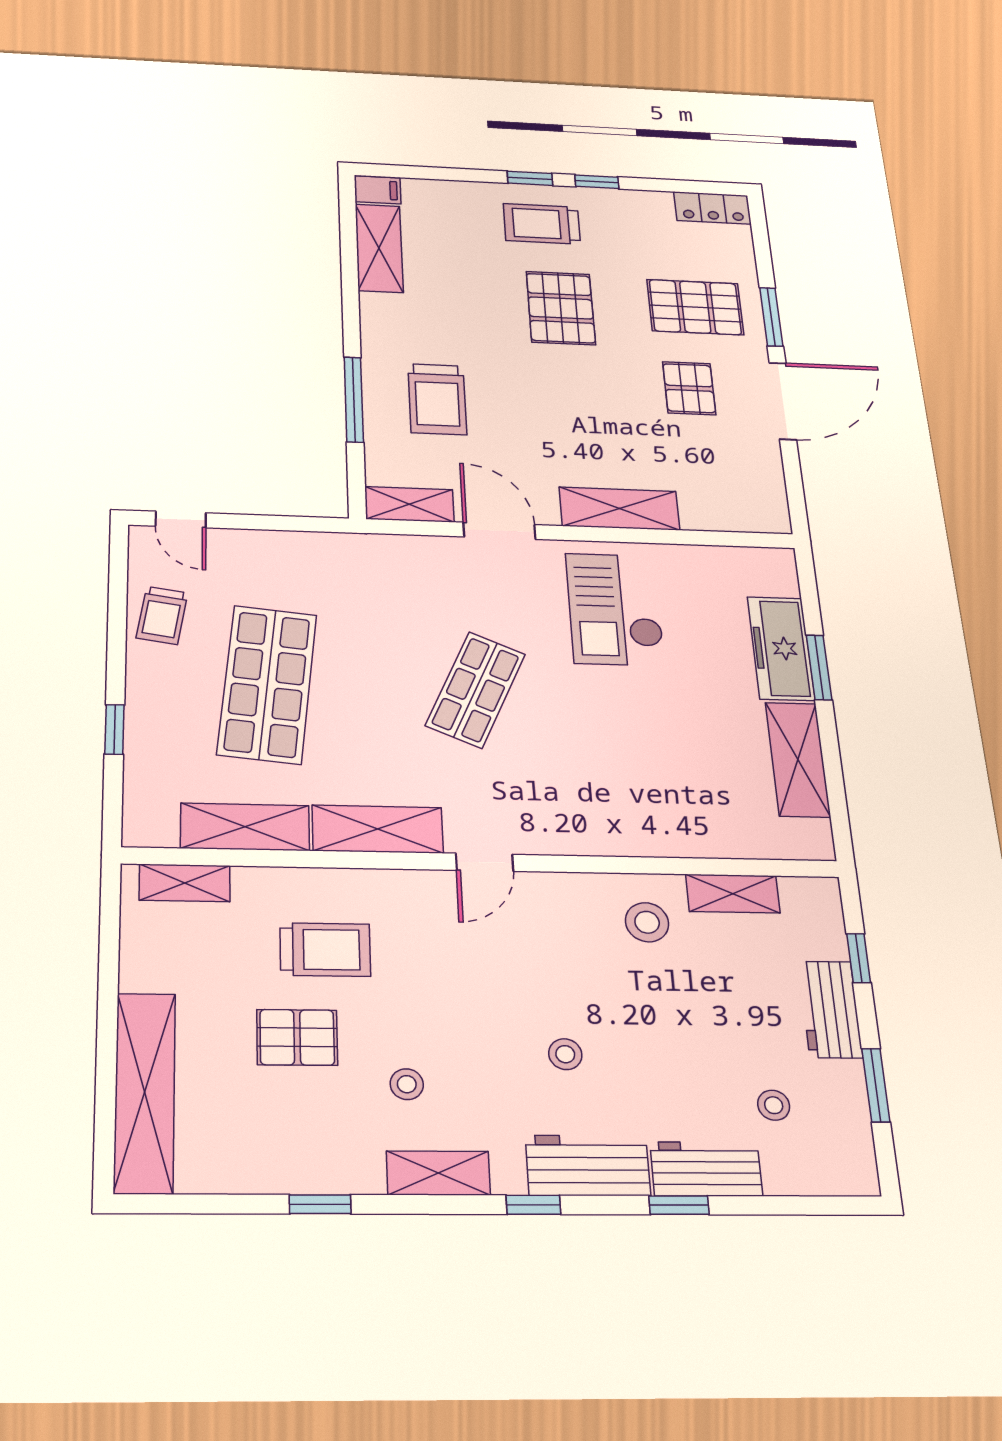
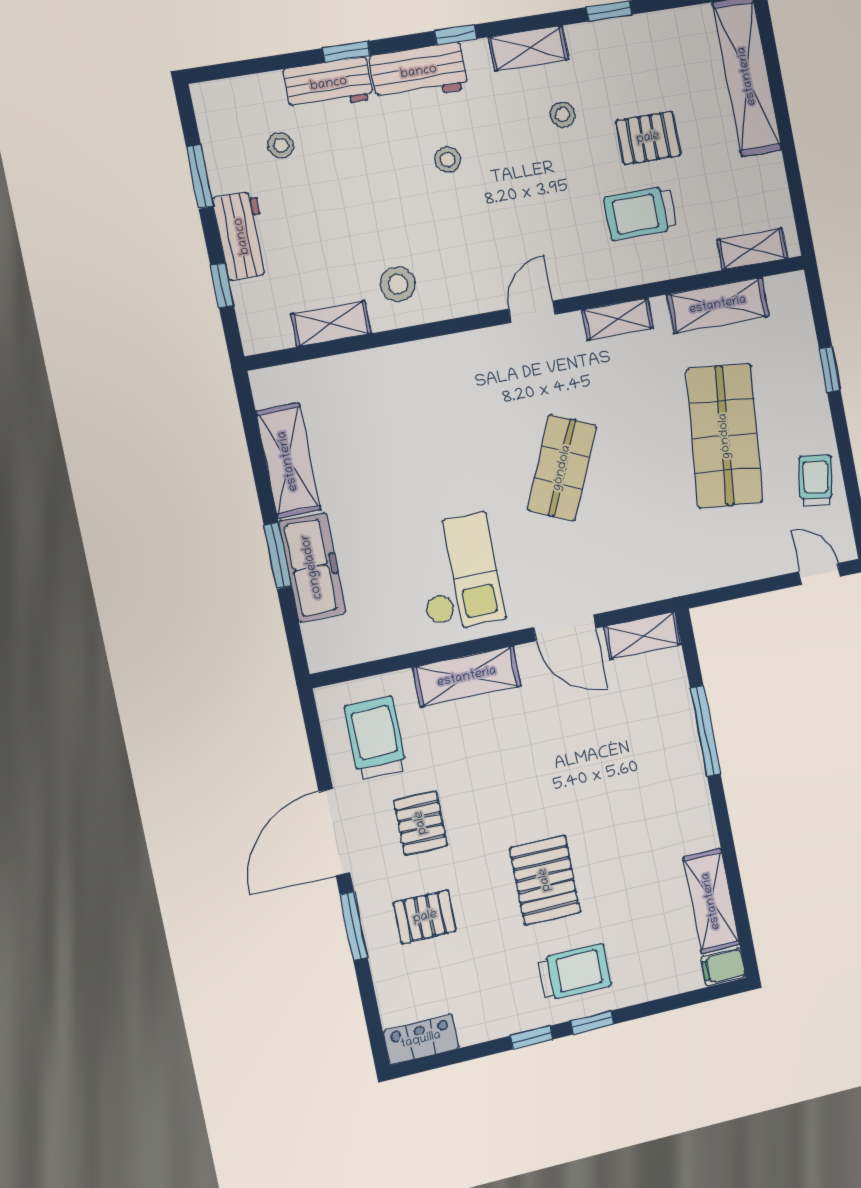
pallet: (695, 307) -> (425, 917), width x0.67, depth x0.71
trolley: (437, 399) -> (375, 738), moved
shelving: (378, 829) -> (618, 319), width x0.67, depth x0.75

